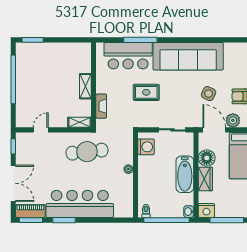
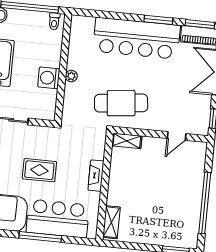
shelving: (85, 86) -> (111, 222), moved
fireplace: (101, 106) -> (96, 176), moved
washing machine: (146, 147) -> (49, 78), moved

